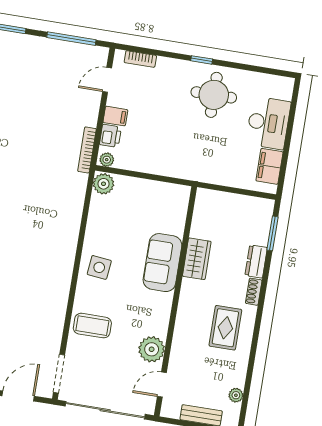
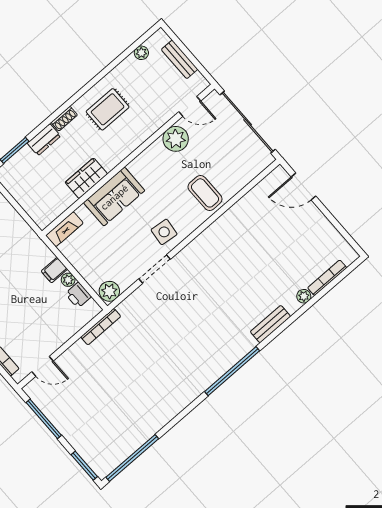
filing cabinet: (115, 116) -> (54, 270), moved, turned -90
printer: (110, 136) -> (78, 295), moved, turned -90
plant: (107, 160) -> (68, 280), moved
fireplace: (180, 204) -> (64, 229), added
doorway: (59, 374) -> (155, 269), moved

